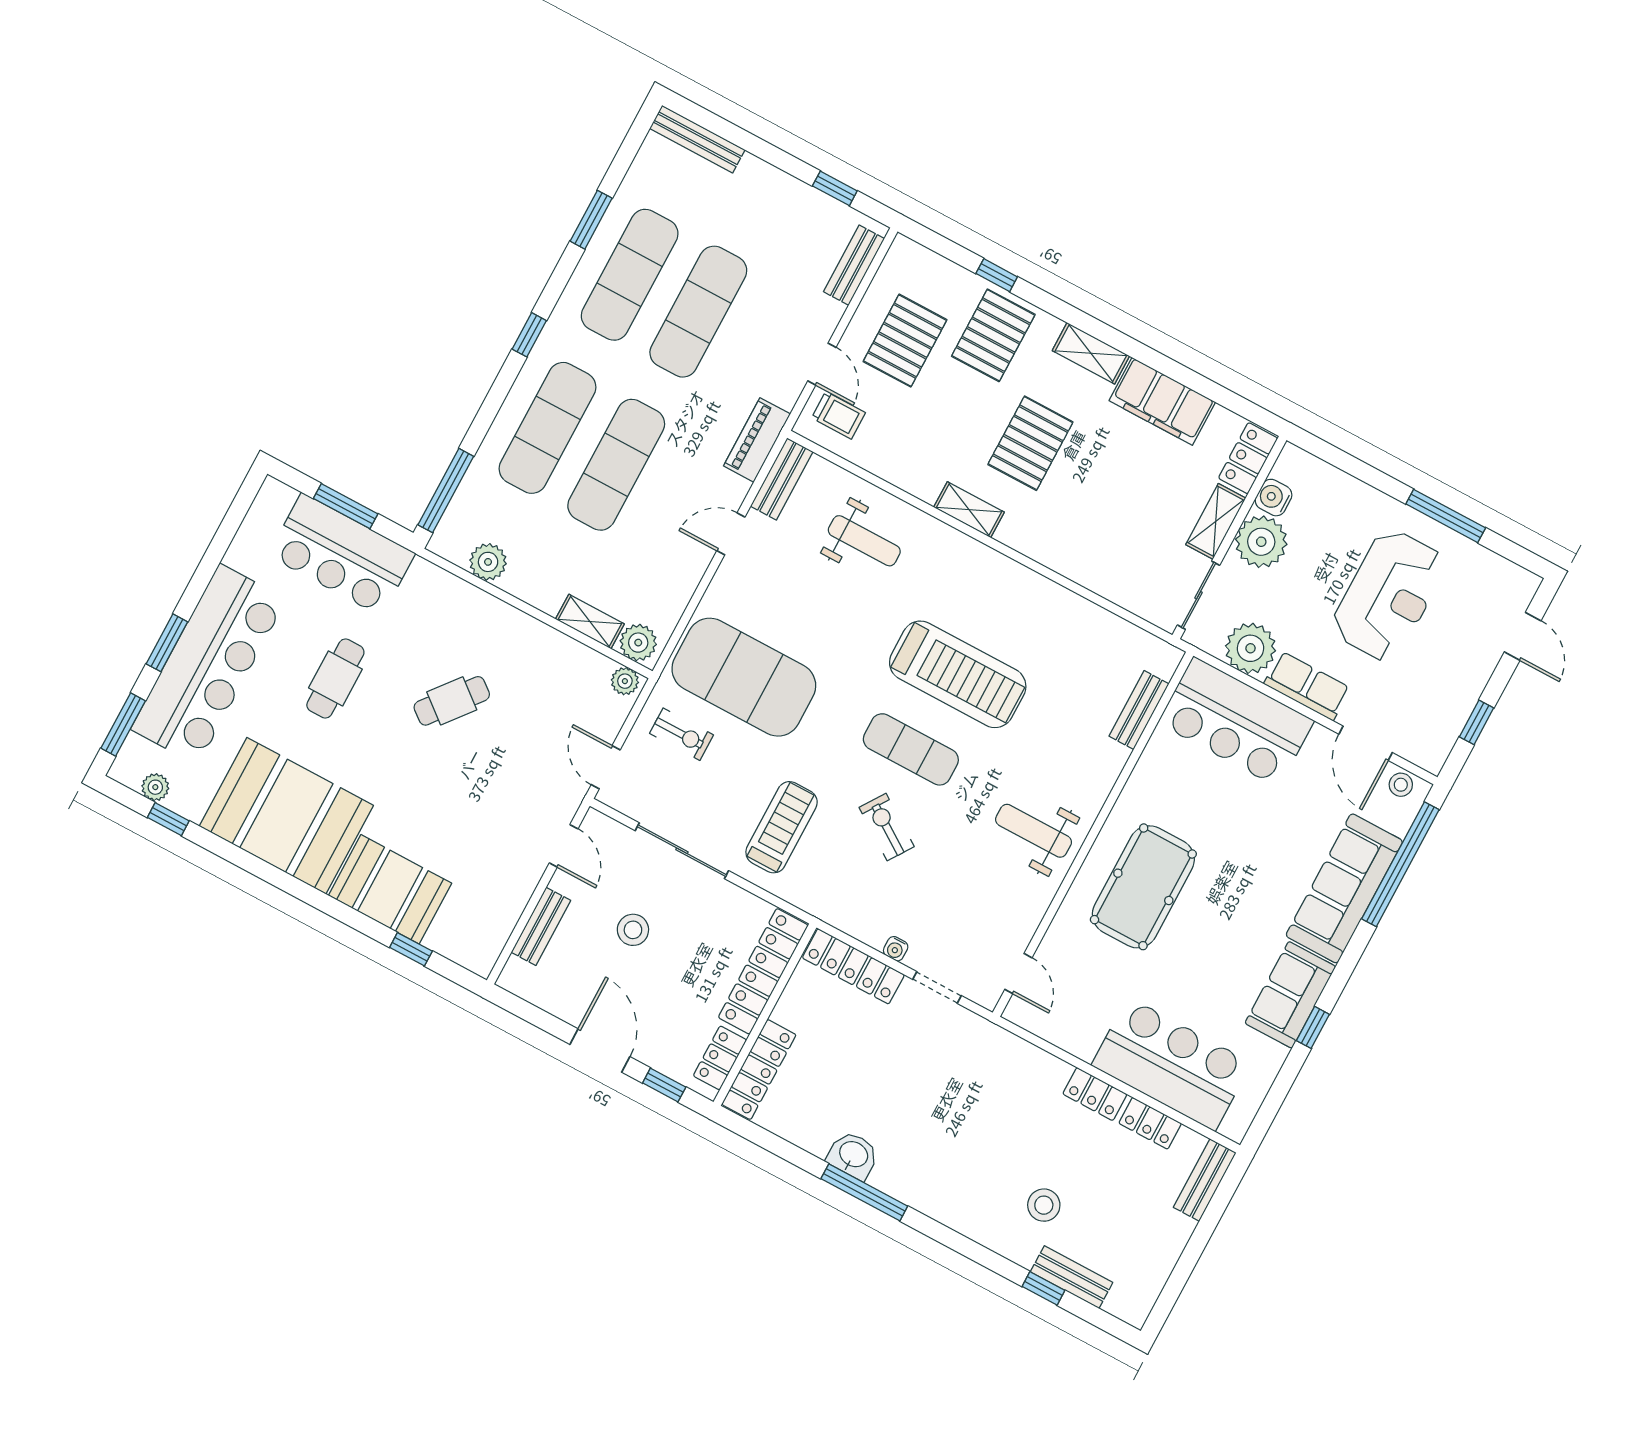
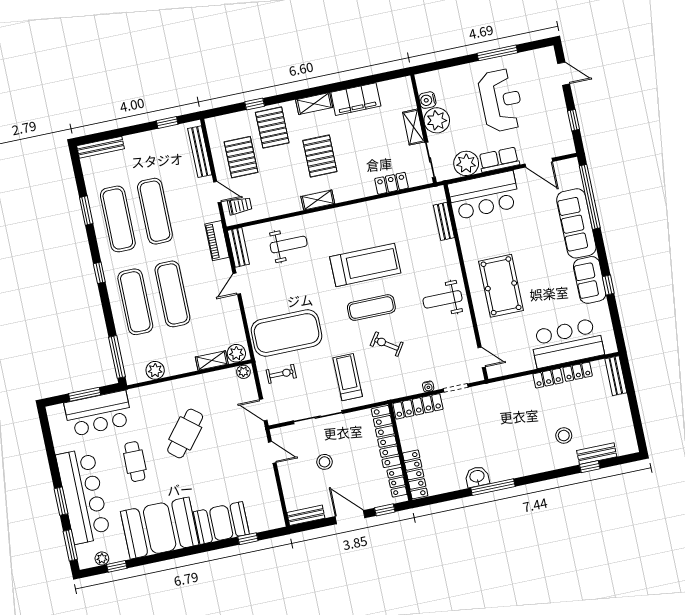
bench: (854, 265) -> (200, 152), width x1.36
locker: (1248, 458) -> (391, 183), moved, turned 90
cafe table: (452, 701) -> (185, 433), width x1.37, depth x1.35
stool: (1401, 785) -> (565, 167), removed
bench: (541, 926) -> (306, 515), moved, turned 90

